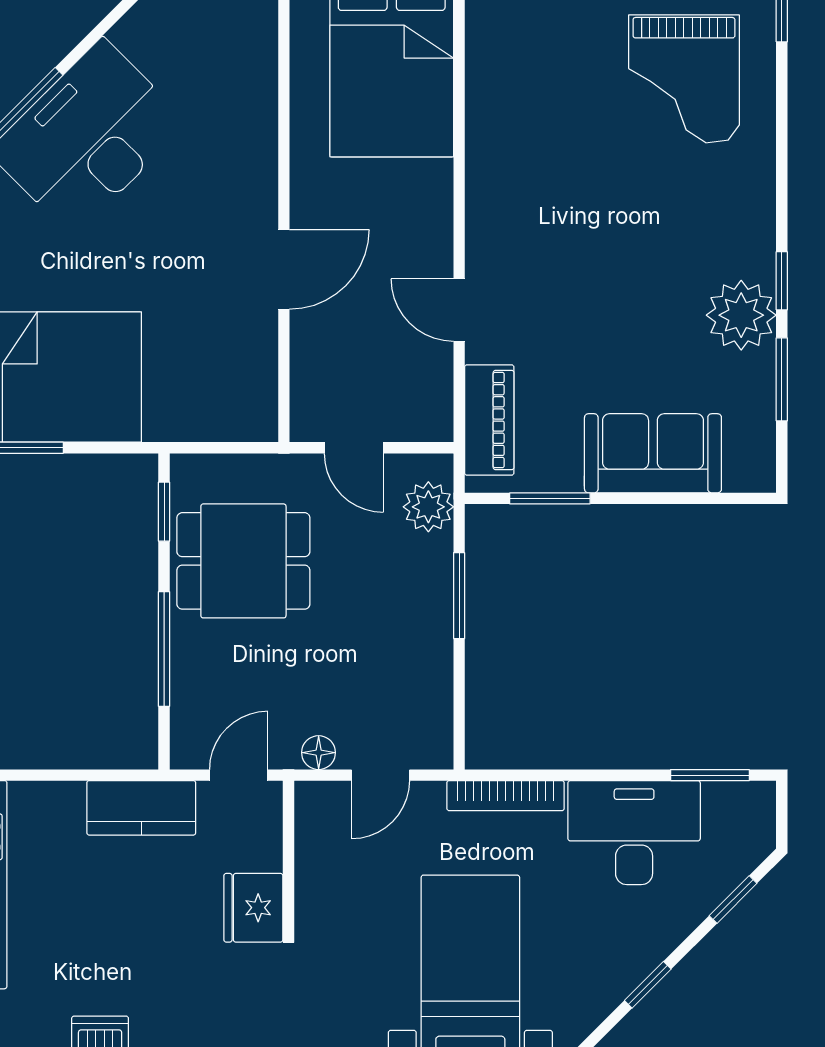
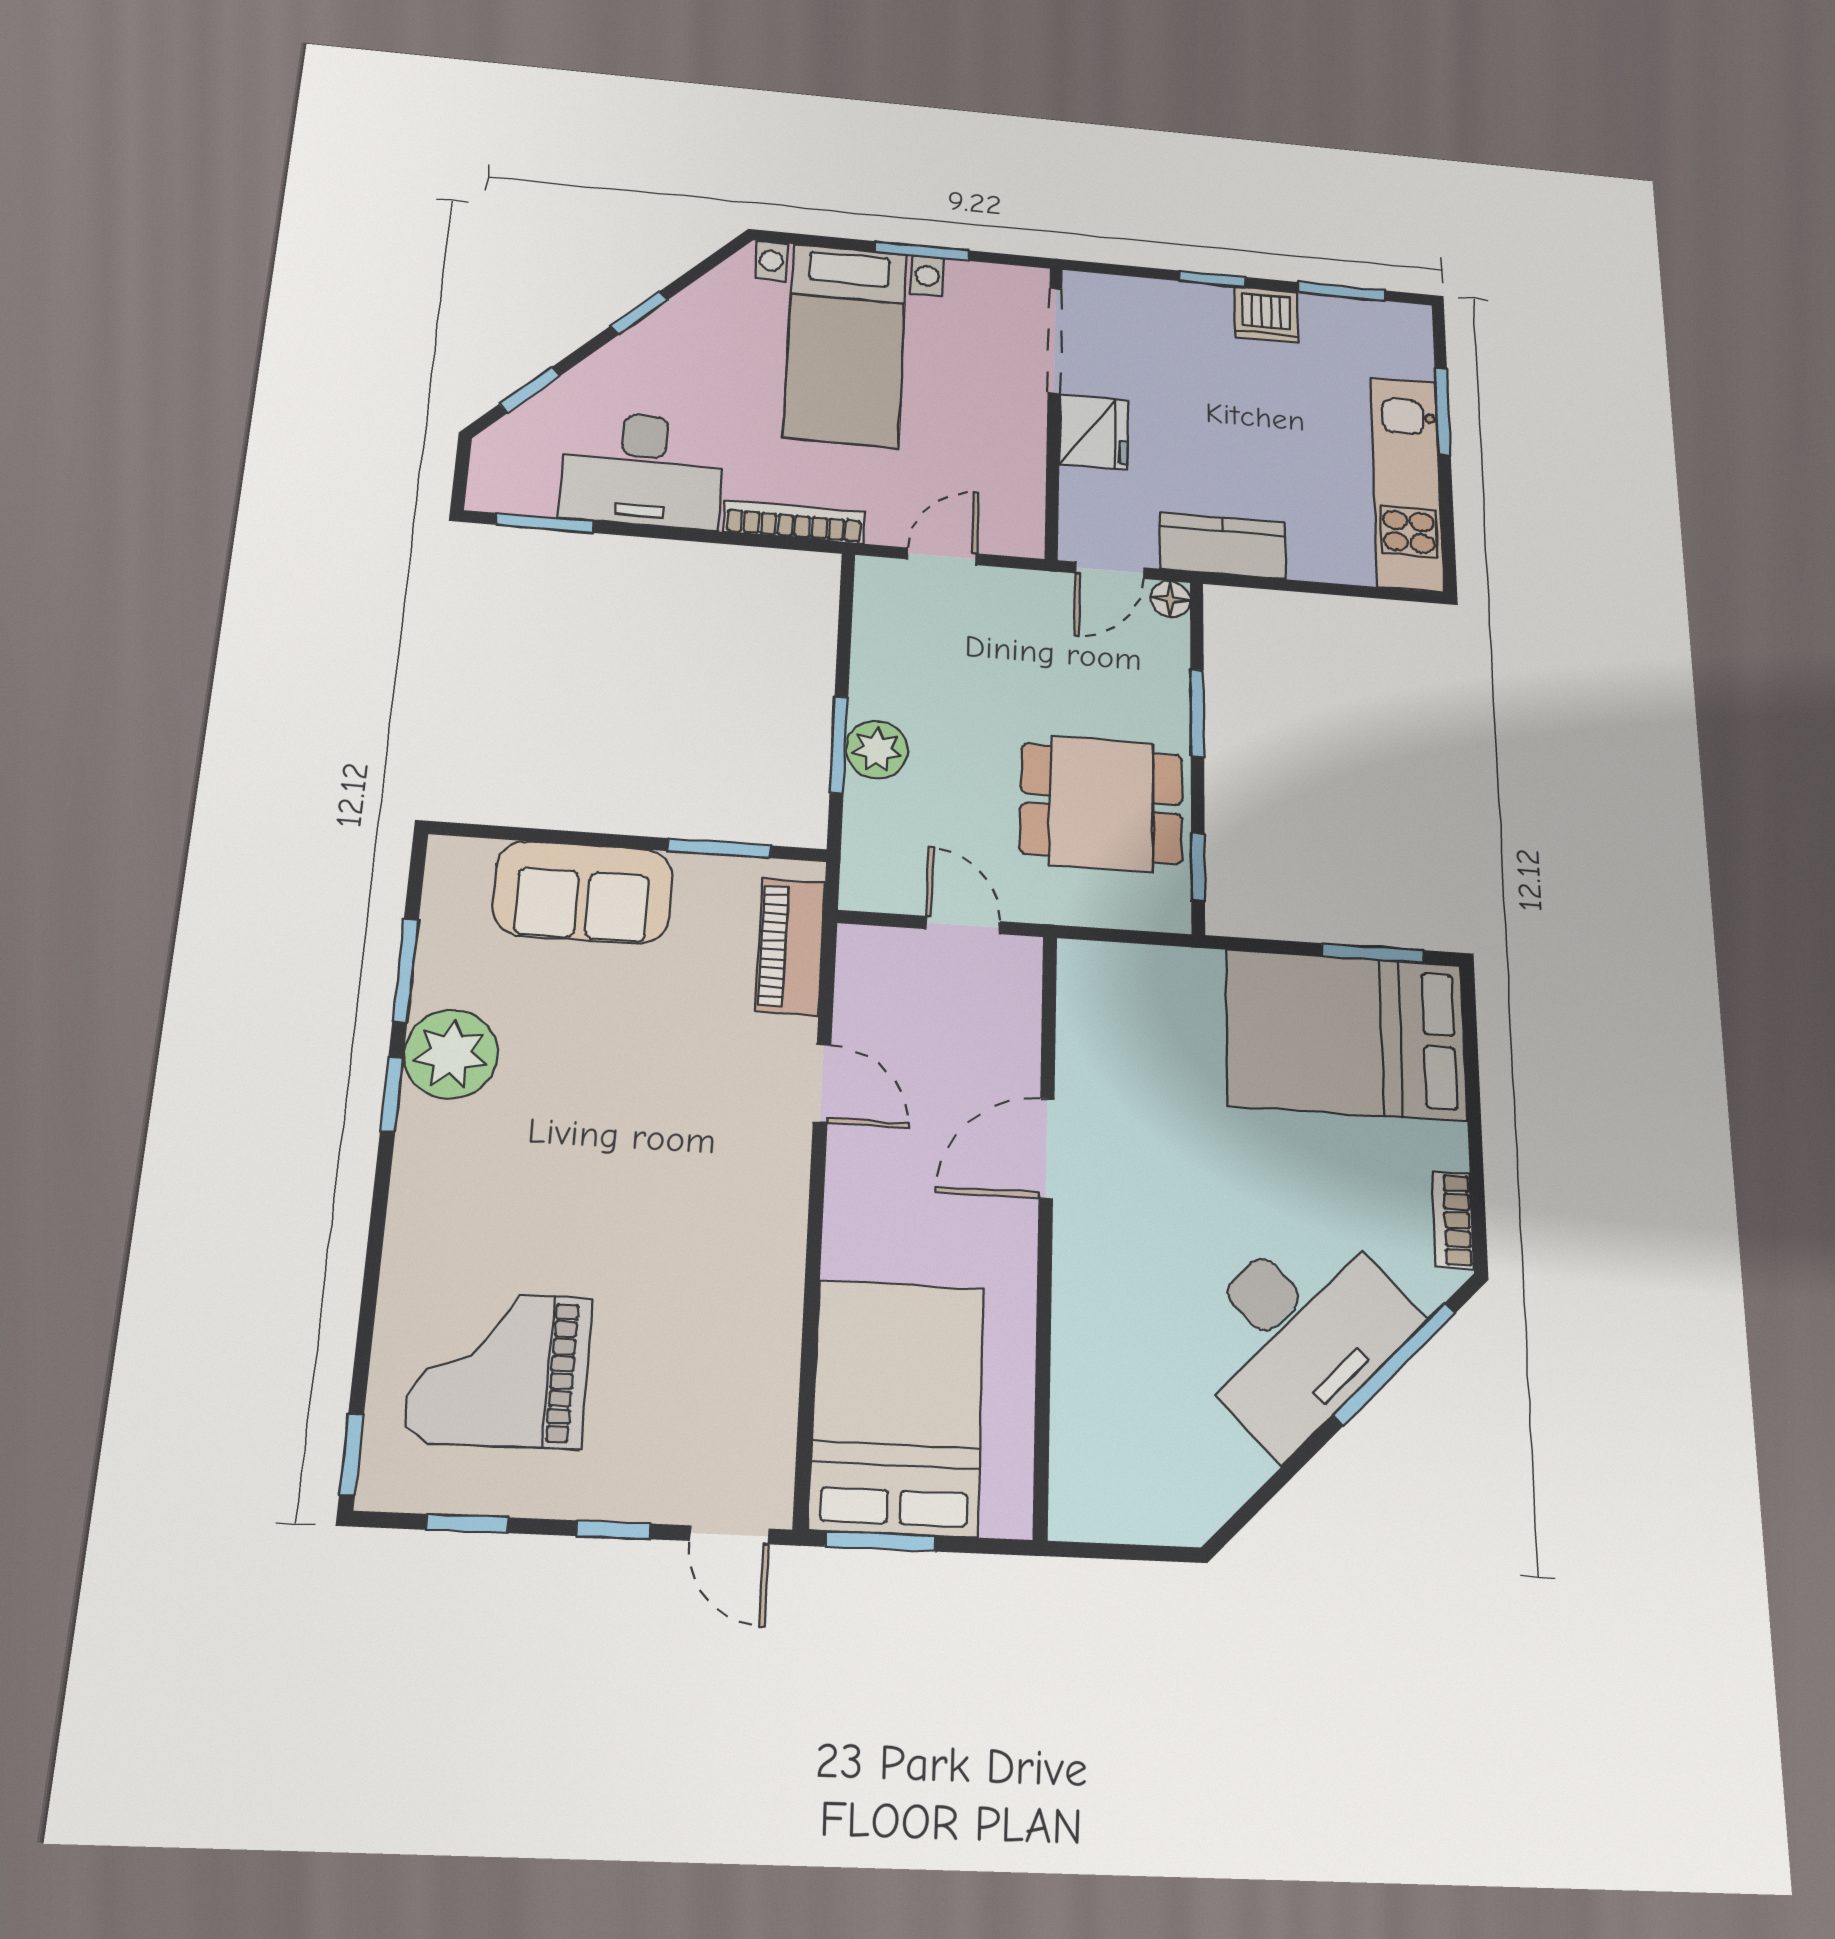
grand piano: (684, 79) -> (499, 1369), turned -90
plant: (428, 507) -> (877, 749), moved
window: (164, 649) -> (1197, 713), width x0.69
floor lamp: (319, 753) -> (1170, 599), moved

